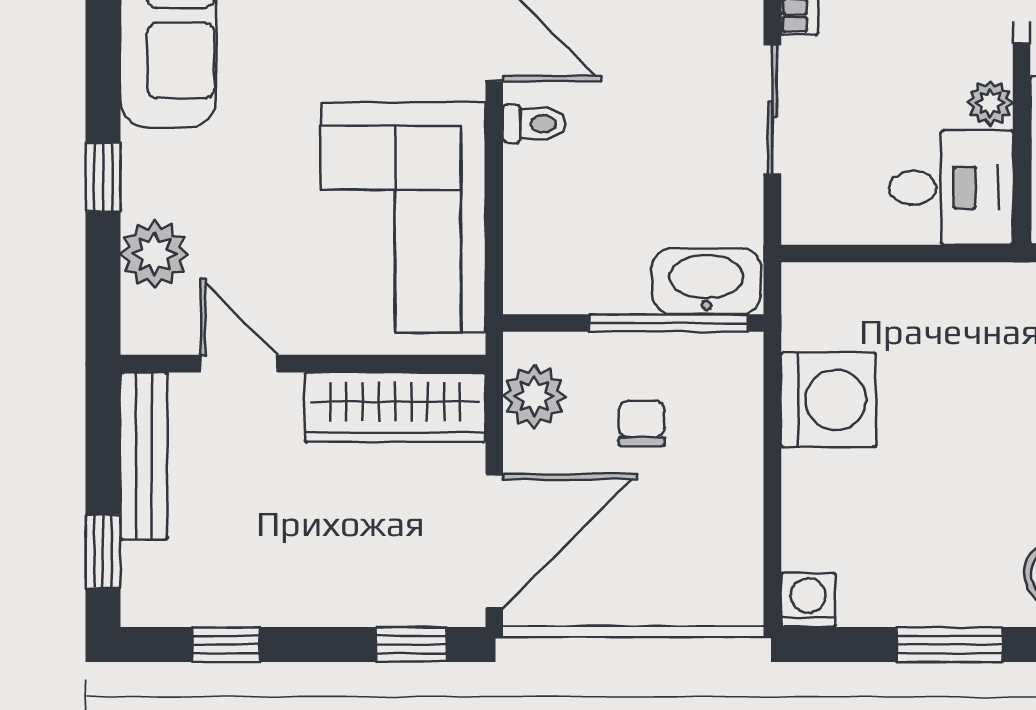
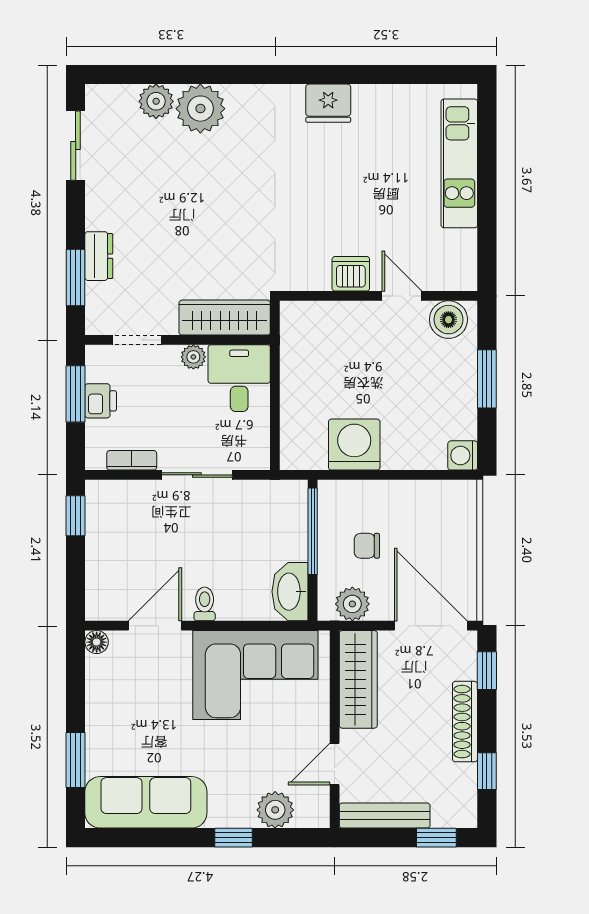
washbasin: (706, 281) -> (290, 592), moved
shoe rack: (317, 604) -> (465, 722), added

